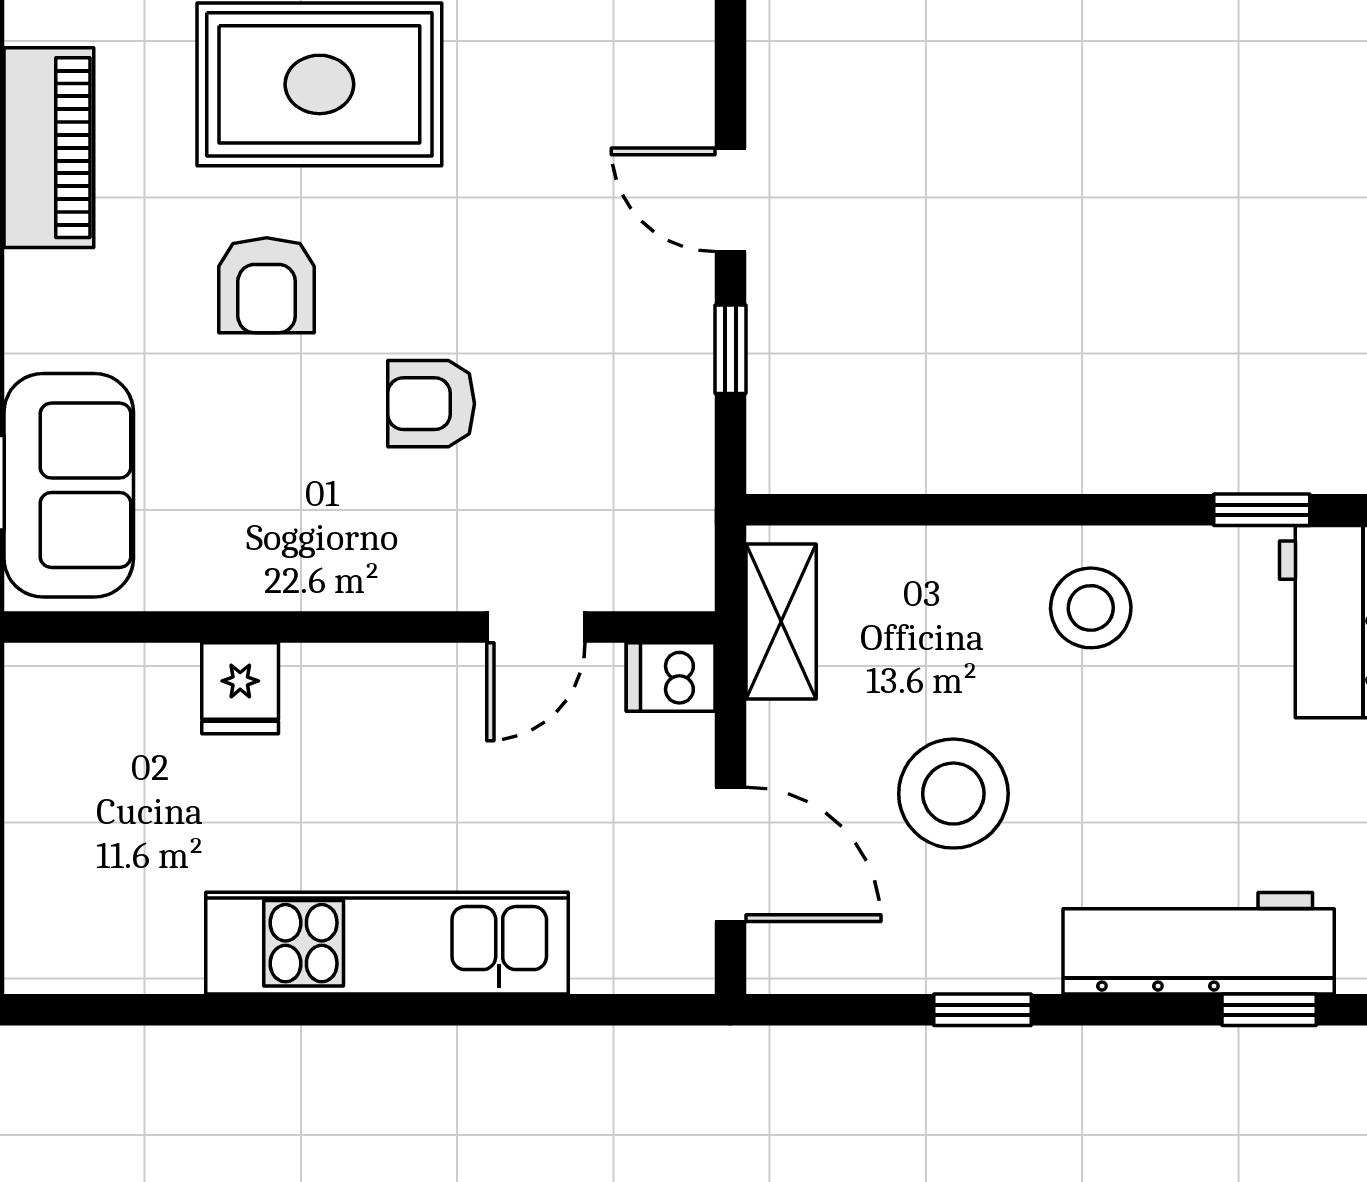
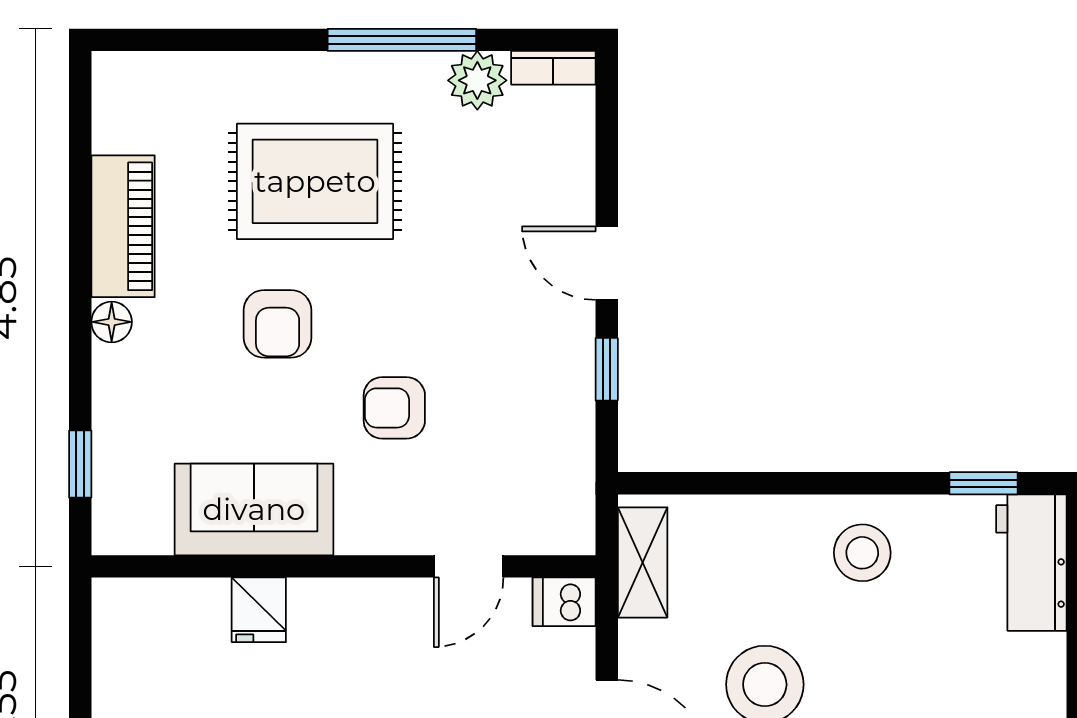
floor lamp: (33, 283) -> (112, 322), added
sofa: (69, 485) -> (254, 509), moved, turned -90

